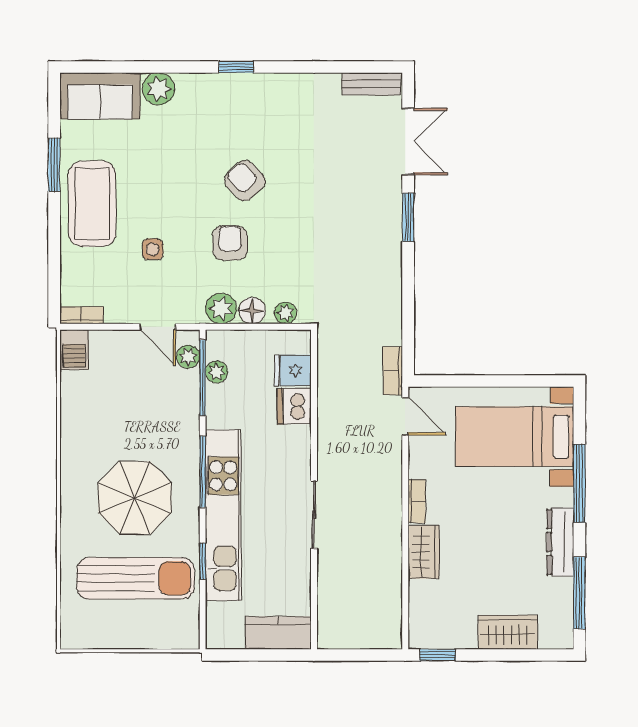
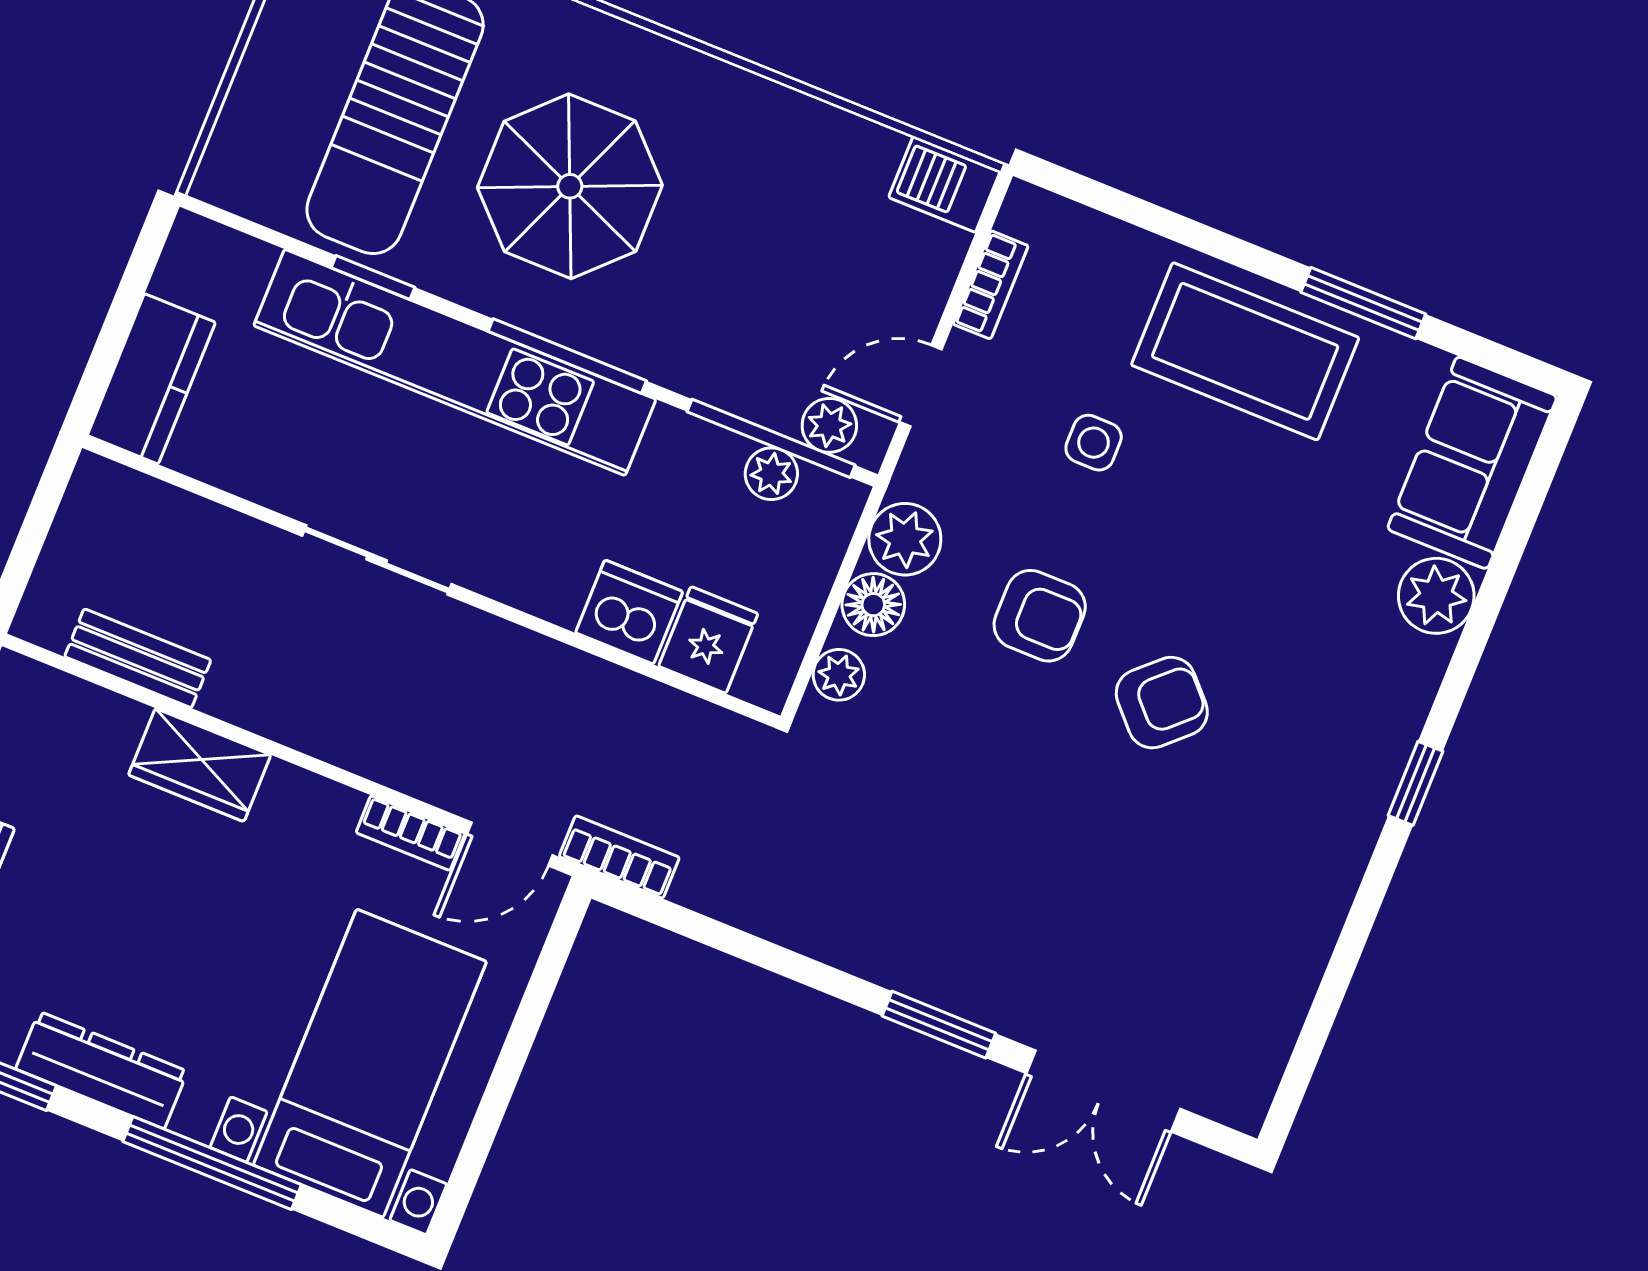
bench: (371, 84) -> (138, 658), moved, turned 90
bookcase: (82, 315) -> (991, 285), moved
bookcase: (417, 501) -> (410, 833), moved

